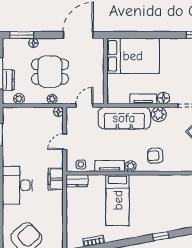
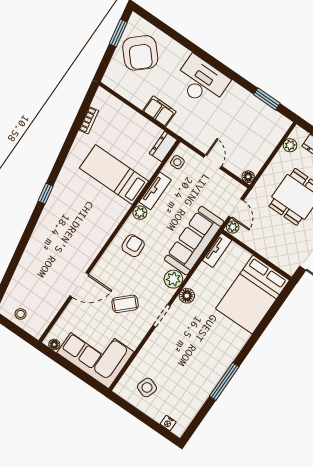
plant: (52, 99) -> (233, 227), moved
tv unit: (143, 99) -> (217, 250), moved
filing cabinet: (56, 179) -> (159, 111), moved

